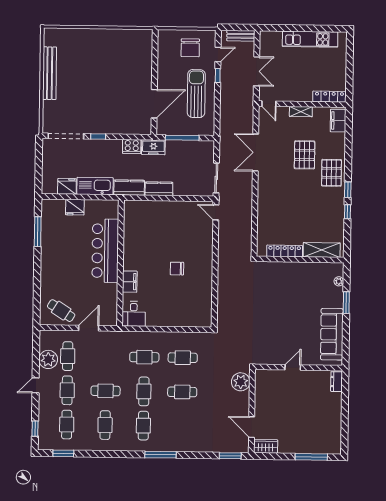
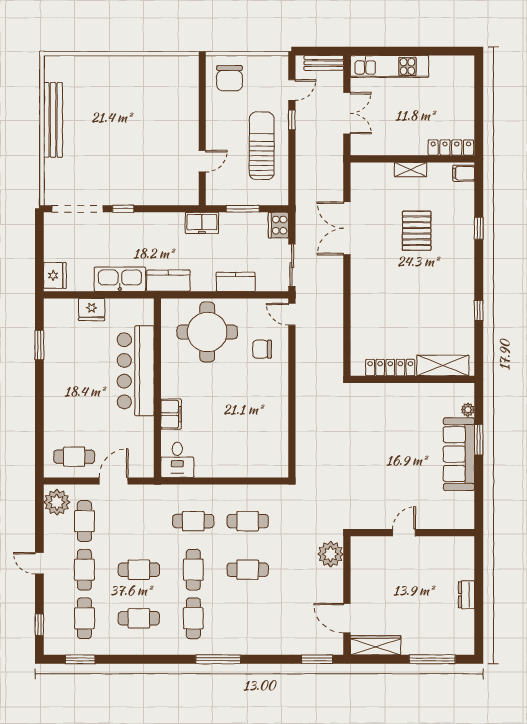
kitchen unit: (310, 39) -> (389, 66), moved
chair: (190, 48) -> (230, 78), moved
door: (154, 104) -> (202, 161), width x0.53
door: (269, 104) -> (365, 159), removed
filing cabinet: (338, 121) -> (464, 173), width x0.50
window: (182, 138) -> (243, 209), width x0.69
cooker: (132, 146) -> (278, 225), moved, turned 90
pallet: (331, 173) -> (455, 256), removed
fridge: (67, 186) -> (55, 276), moved, turned 90
kitchen counter: (159, 189) -> (236, 282), moved
window: (348, 190) -> (479, 228), moved
round table: (156, 224) -> (207, 332), added
window: (38, 232) -> (39, 345), width x0.69
chair: (177, 269) -> (262, 349), moved
cafe table: (61, 311) -> (74, 457), turned -33
sofa: (332, 334) -> (459, 454), moved
plant: (48, 359) -> (57, 502), moved
dresser: (336, 382) -> (466, 595), moved
door: (36, 385) -> (39, 563), hinge flipped
cafe table: (105, 425) -> (139, 618), turned 90
wardrobe: (266, 446) -> (376, 645), width x1.50

